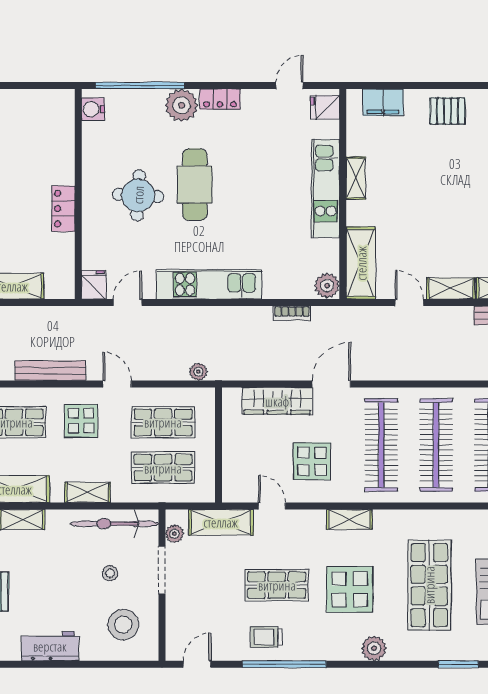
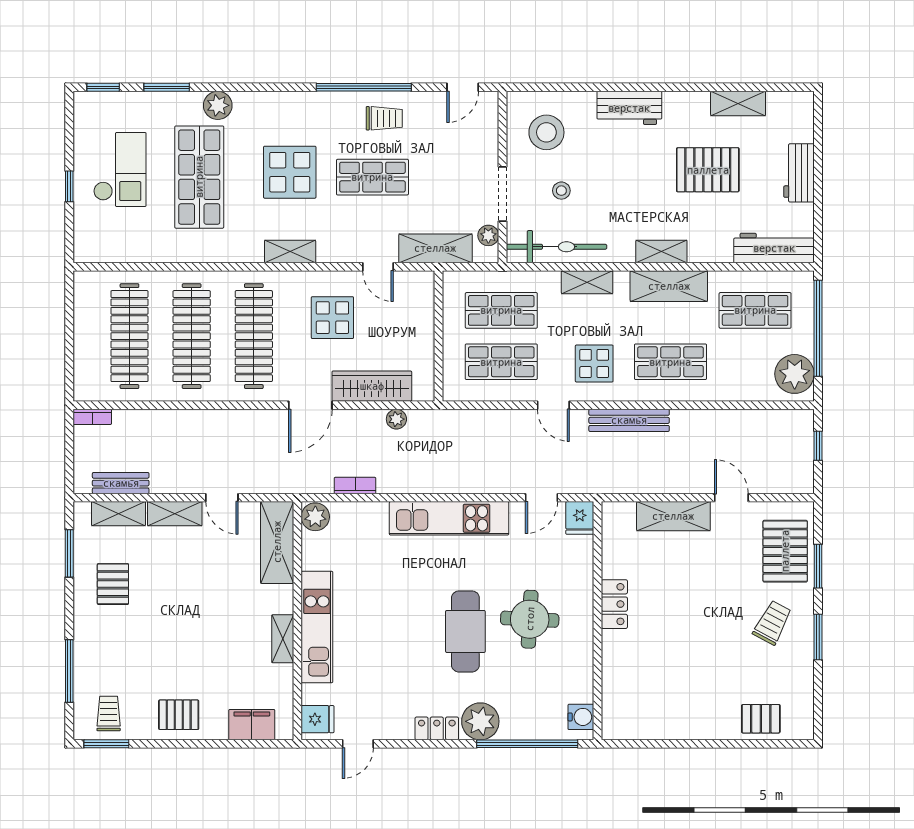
plant: (198, 372) -> (396, 419), moved
plant: (374, 648) -> (218, 105), moved

